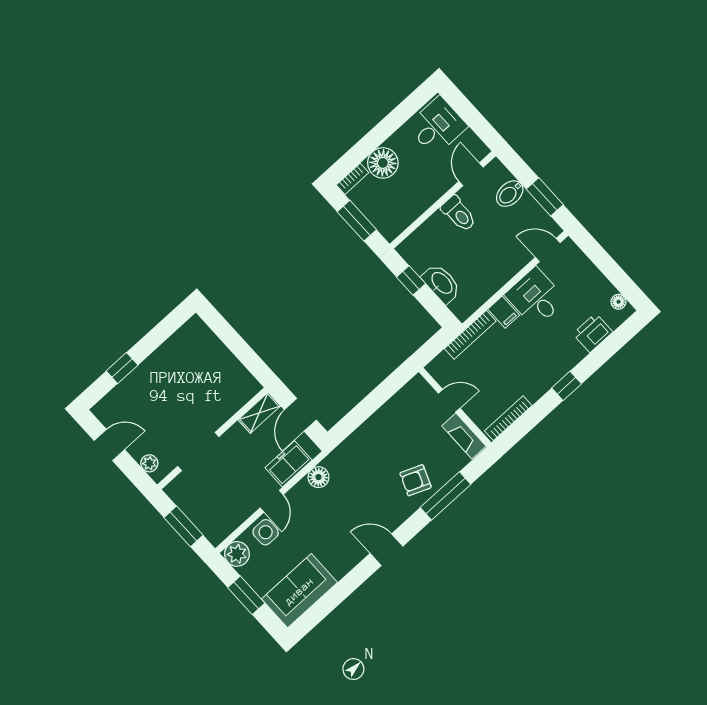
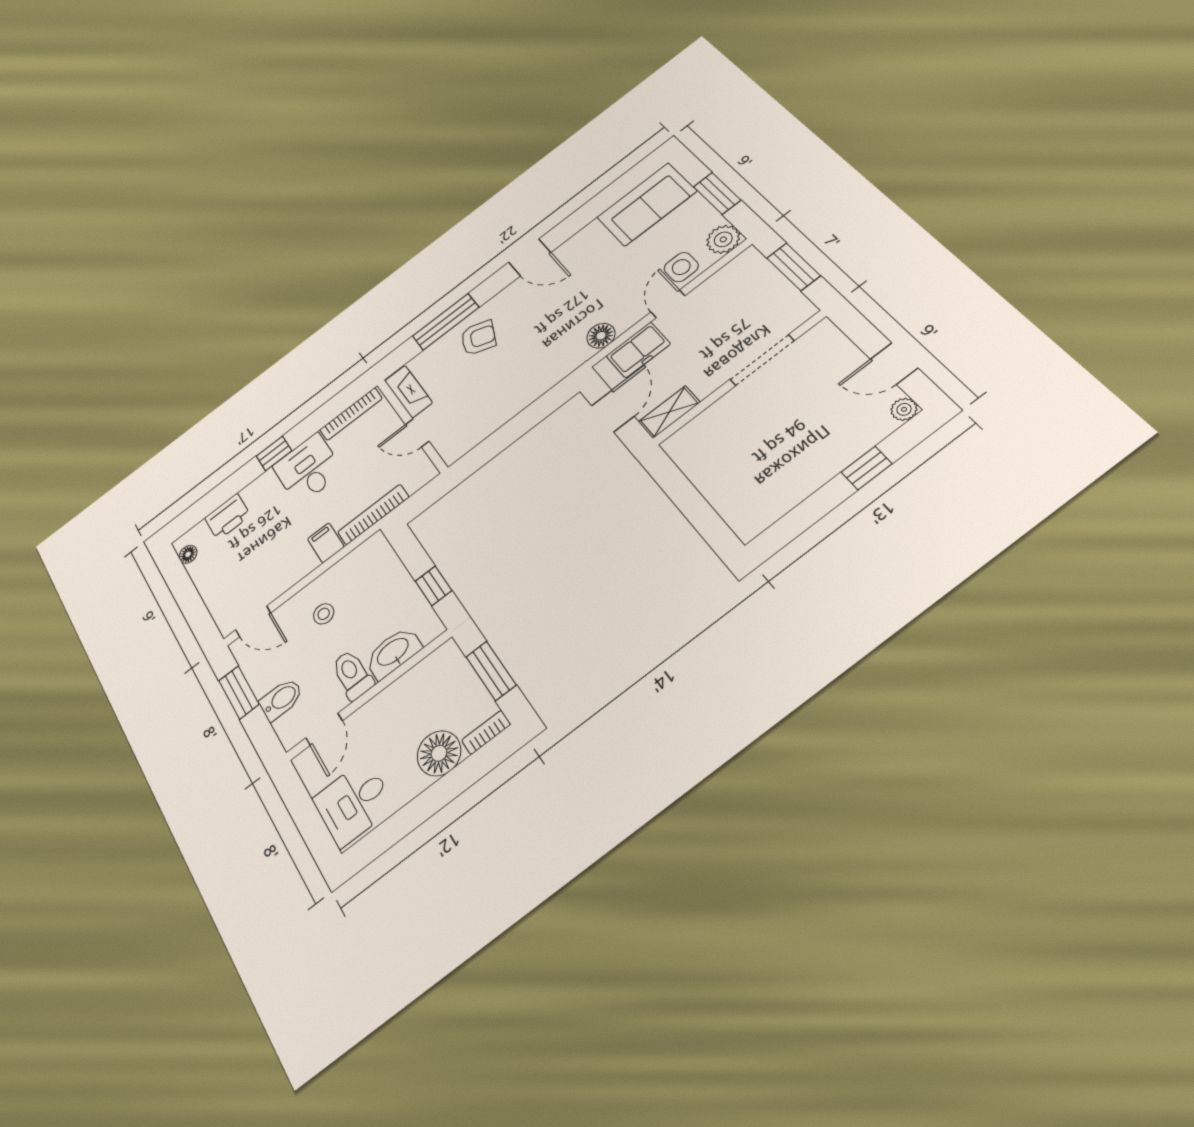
stool: (492, 257) -> (324, 614), added
washbasin: (441, 283) -> (393, 653), moved, turned 90
desk: (536, 297) -> (308, 469), moved, turned 180
plant: (149, 463) -> (904, 409), moved

